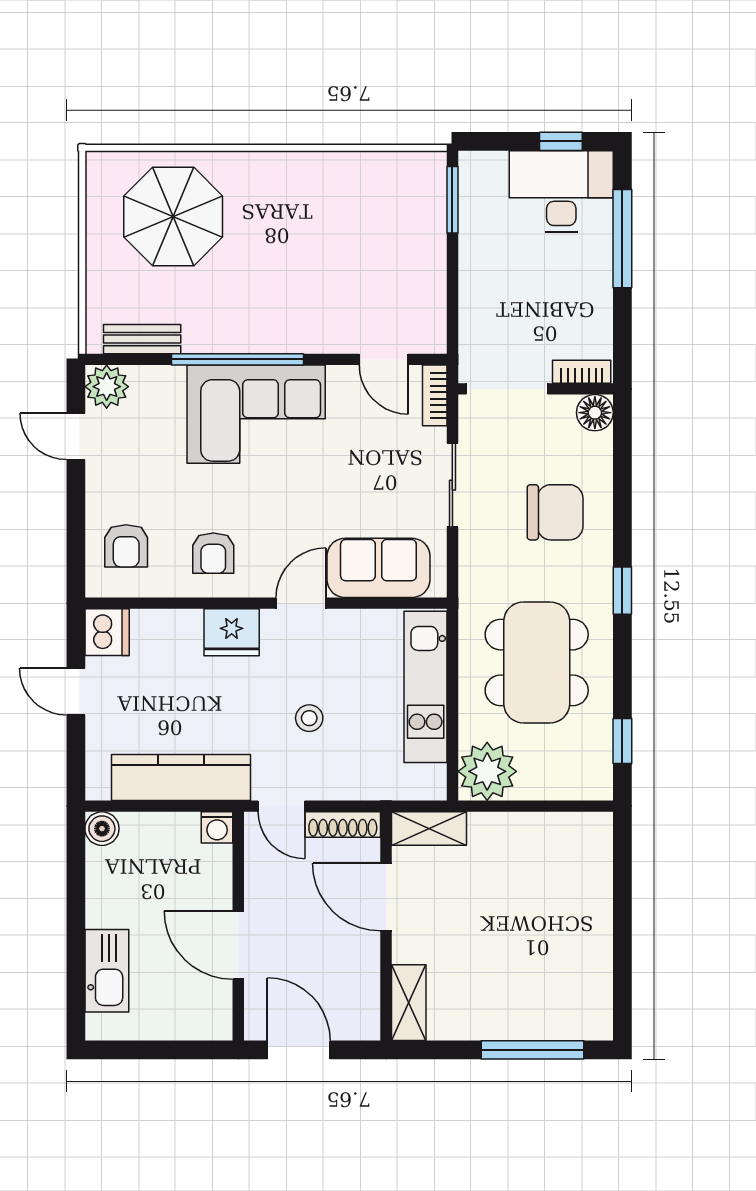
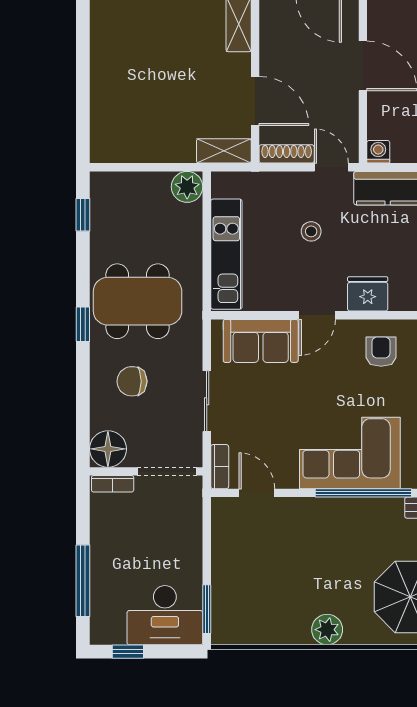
plant: (287, 172) -> (327, 630), added
desk: (561, 191) -> (165, 615), moved
floor lamp: (595, 413) -> (108, 449), width x1.38, depth x1.38
chair: (555, 512) -> (132, 381), width x0.73, depth x0.73
dining table: (537, 662) -> (138, 301), moved, turned 90
plant: (487, 771) -> (187, 187), width x0.73, depth x0.73

